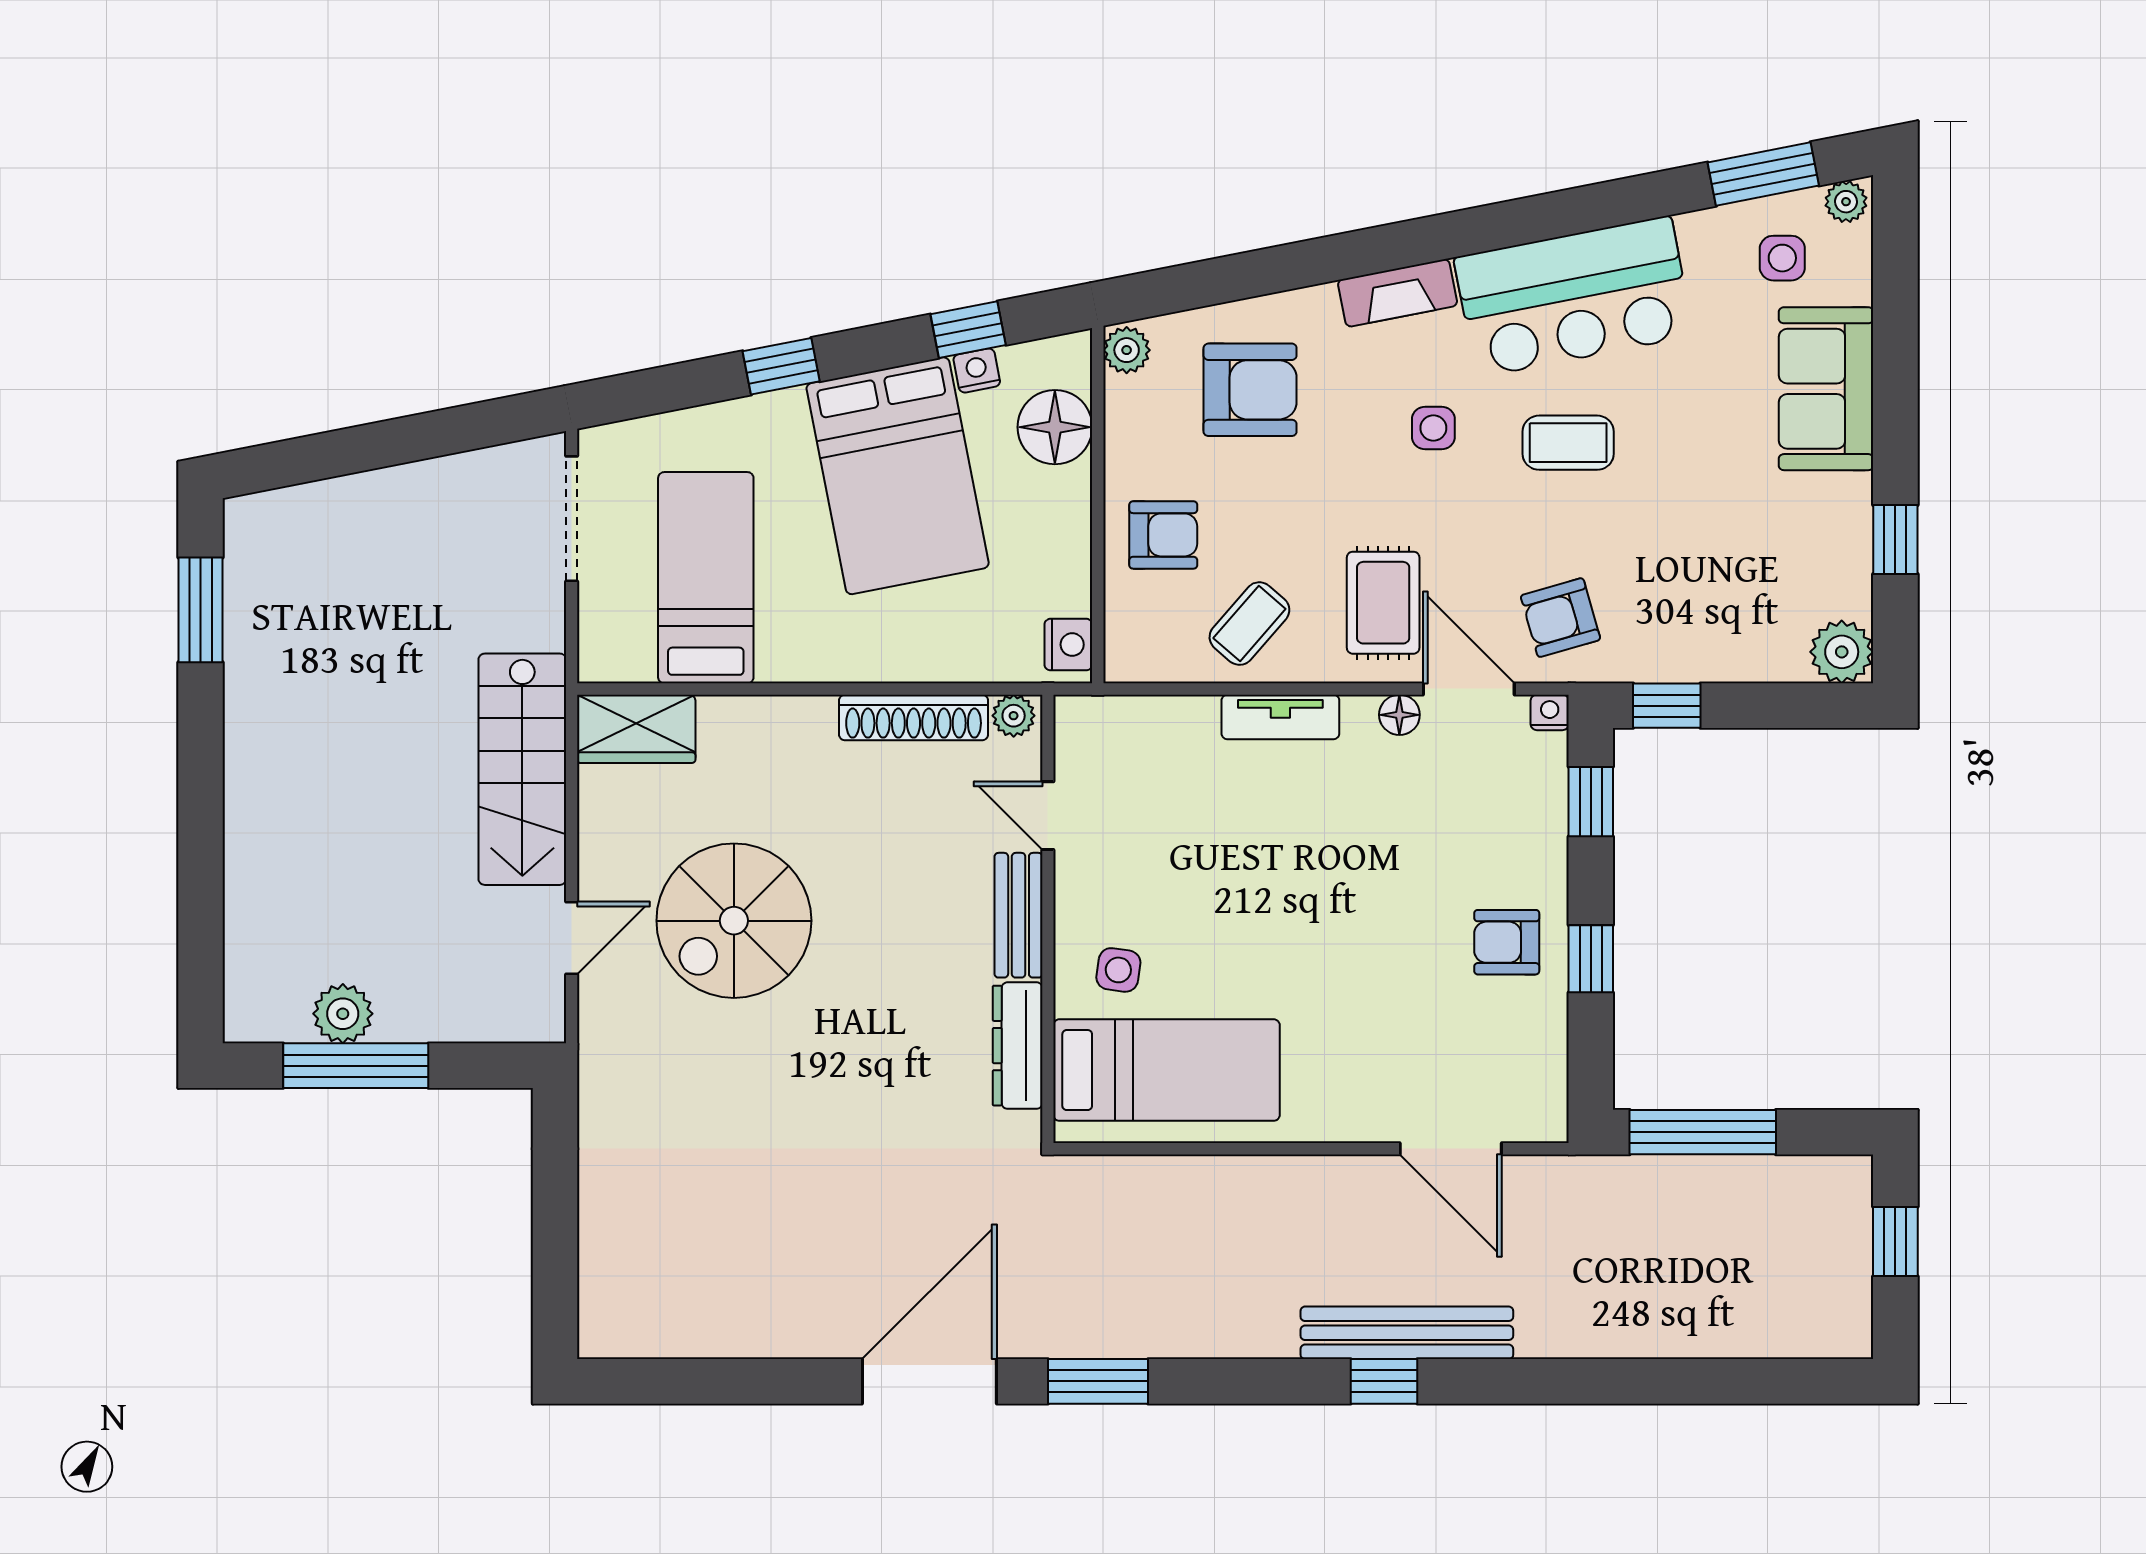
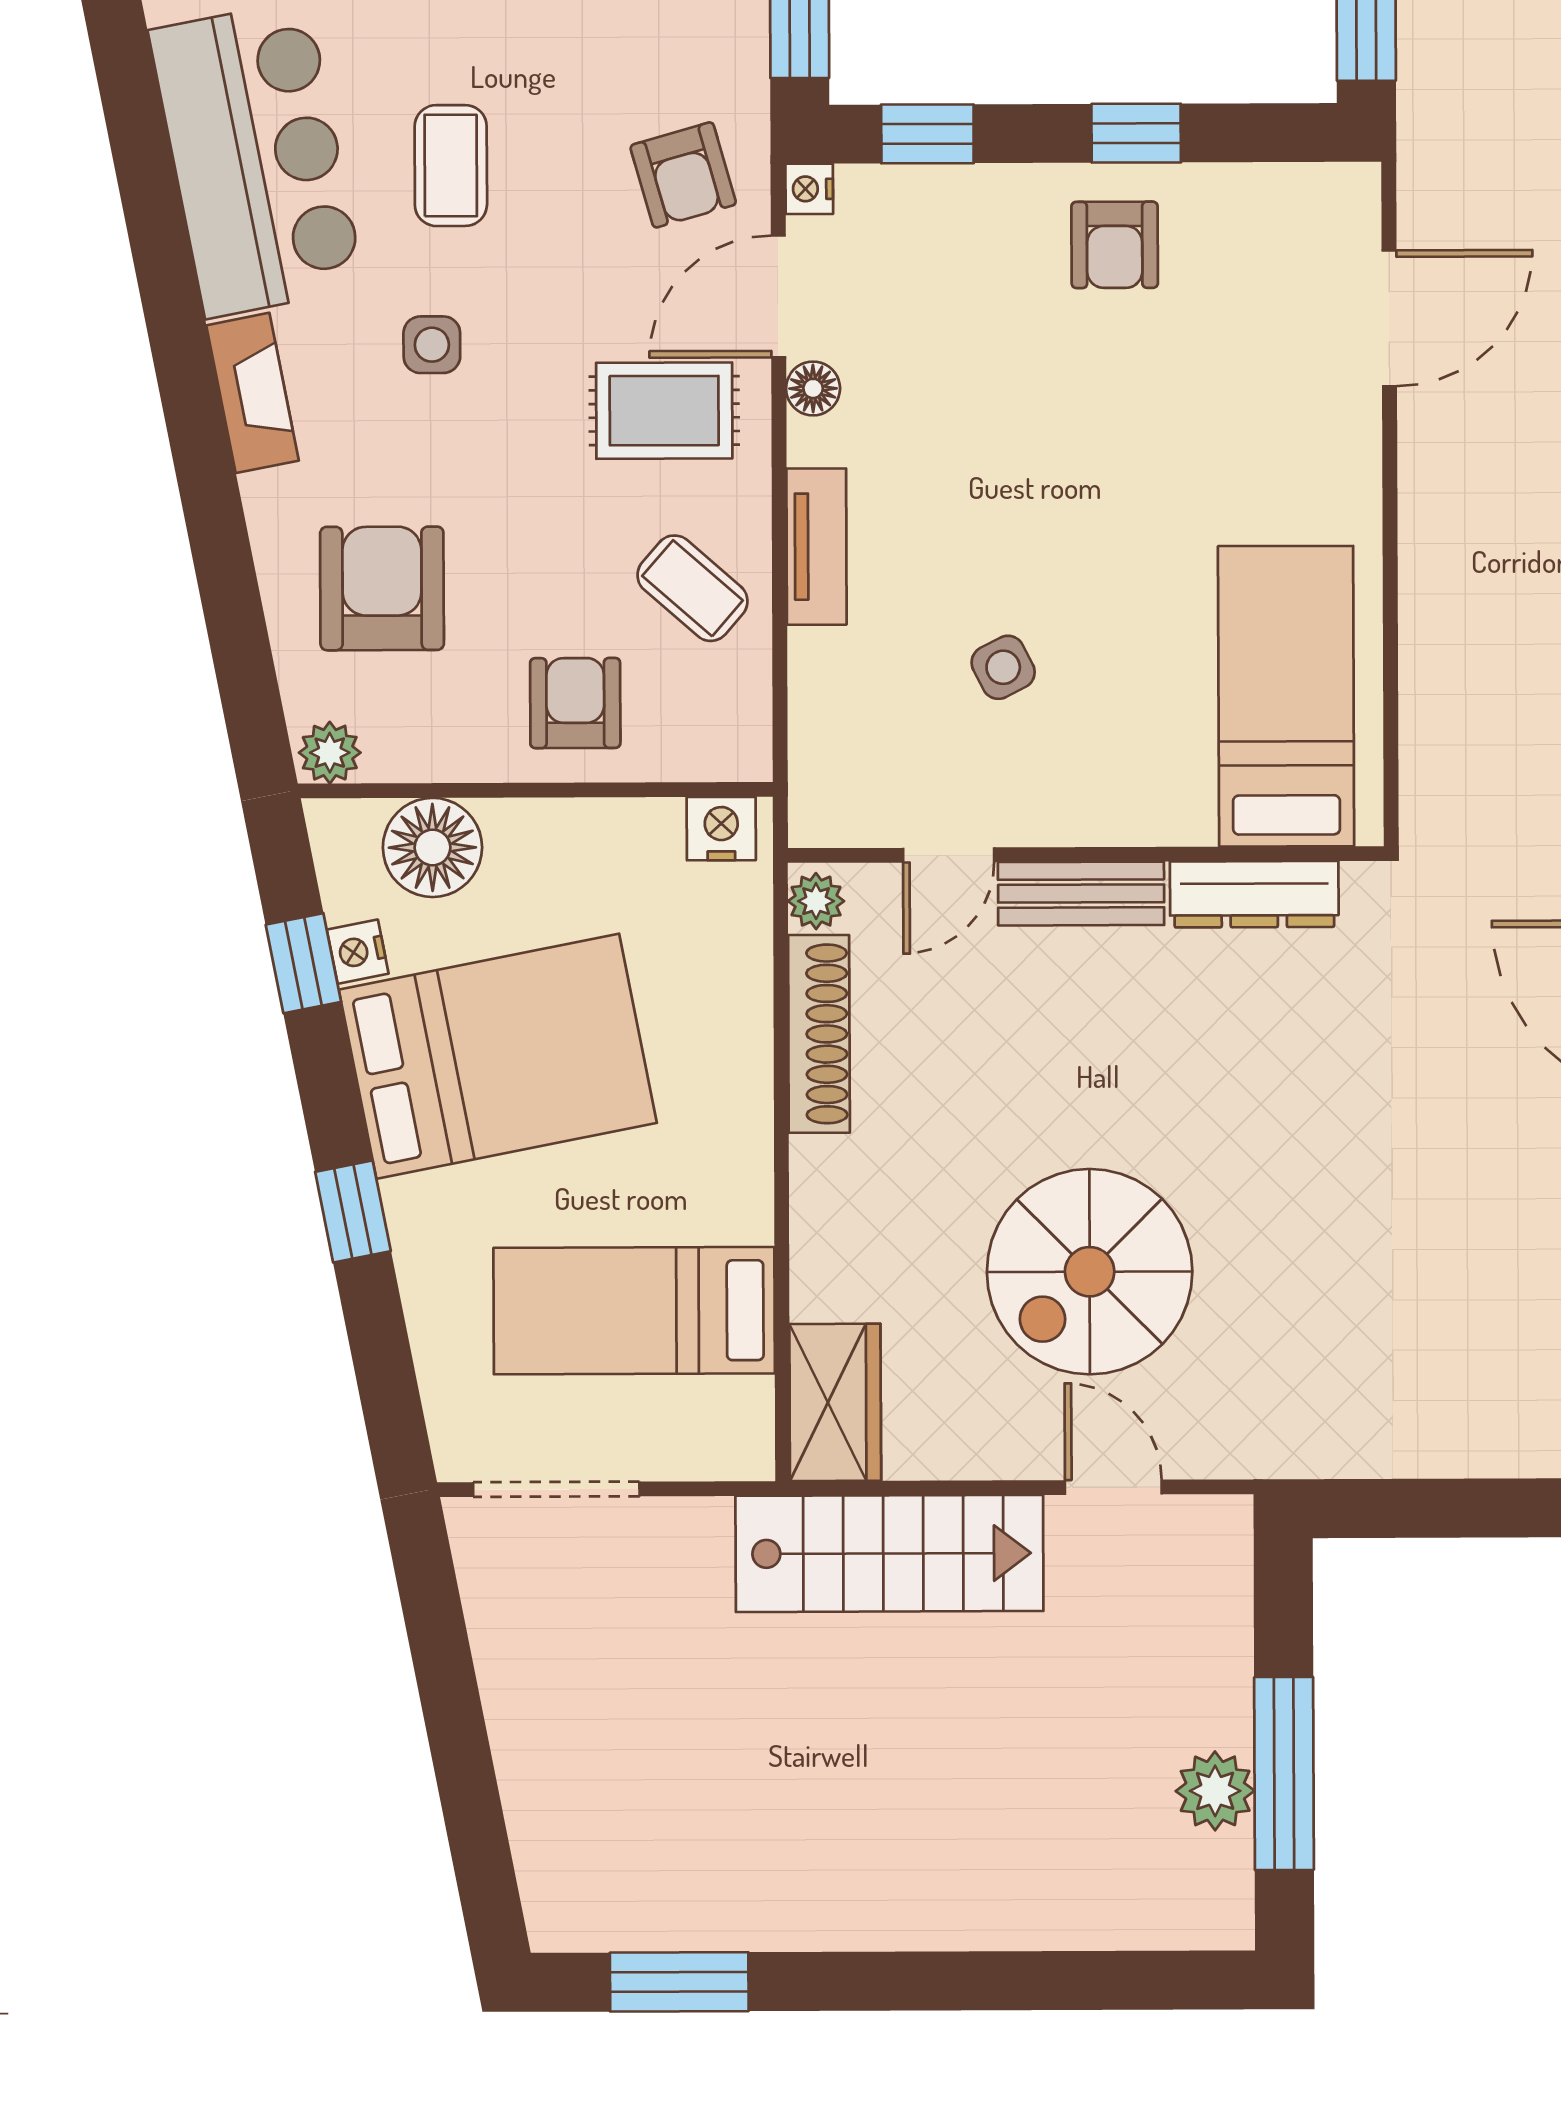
spiral stairs: (734, 921) -> (1090, 1272), turned 90
side table: (1118, 970) -> (1003, 667), moved, turned -35

